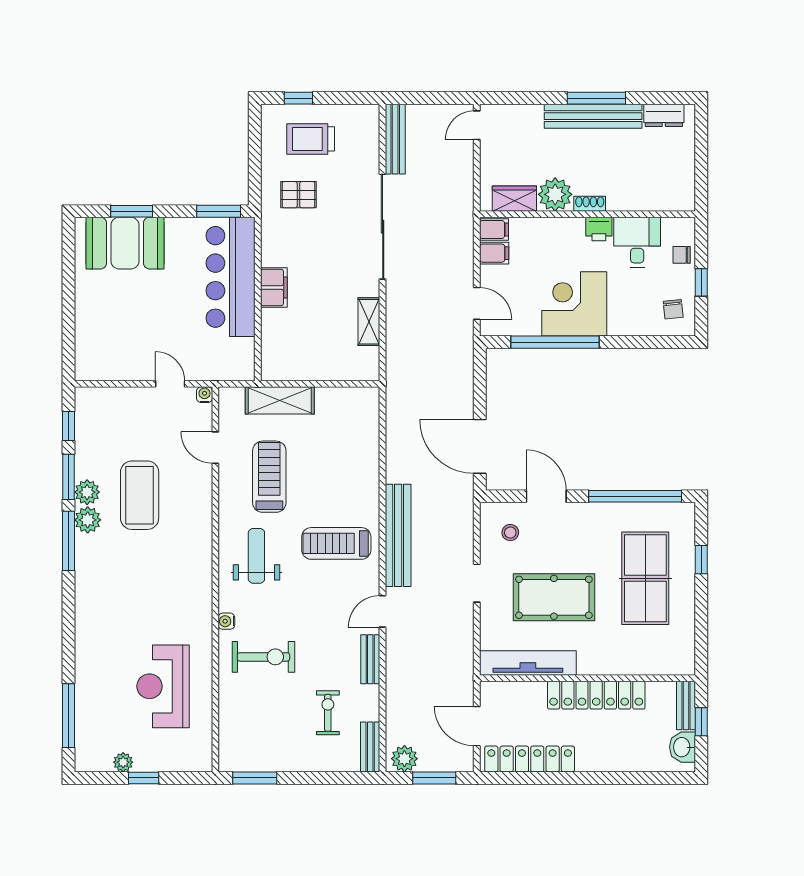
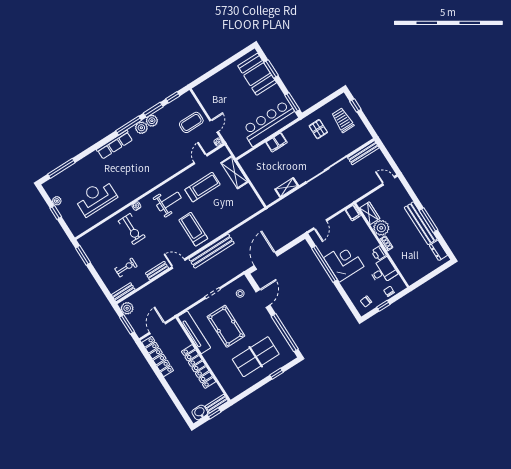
filing cabinet: (494, 253) -> (344, 219), removed
coffee table: (140, 495) -> (191, 122), moved, width x0.73, depth x0.76
row of seats: (87, 589) -> (115, 145), added

